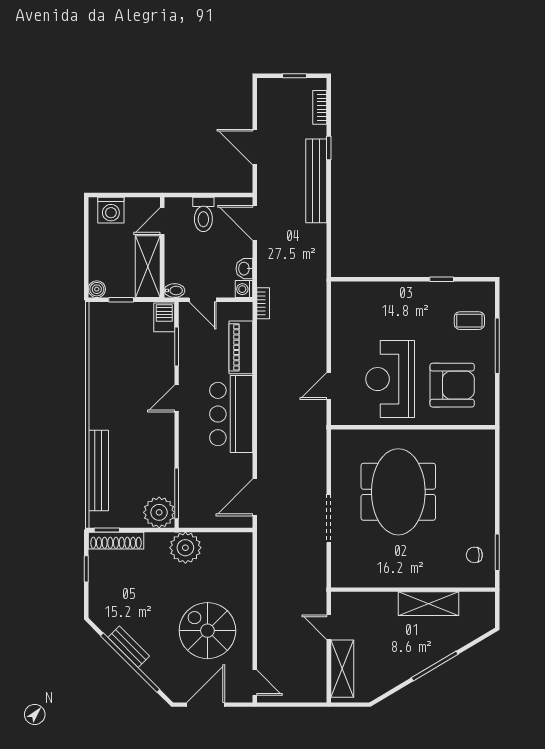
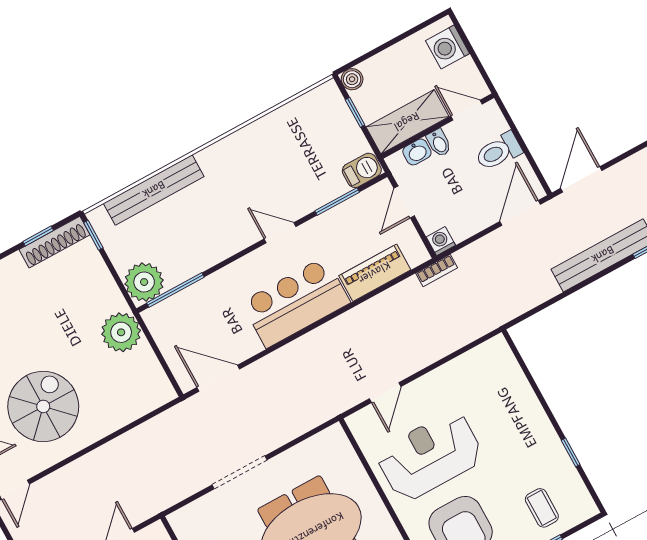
door: (255, 147) -> (581, 179), moved
washbasin: (244, 269) -> (417, 152), moved, turned 180
bidet: (175, 290) -> (439, 143), moved
door: (329, 386) -> (385, 393), swing flipped
shoe rack: (116, 541) -> (55, 242), moved, turned -90

